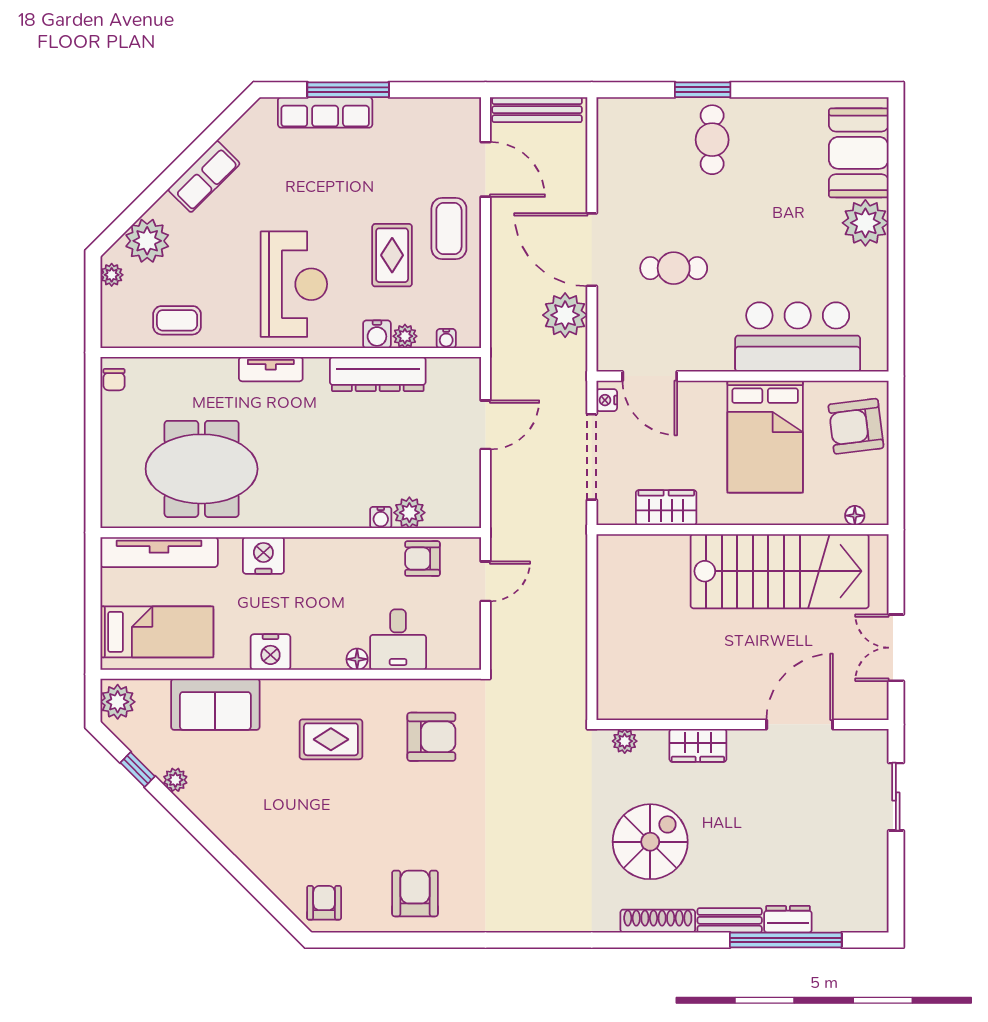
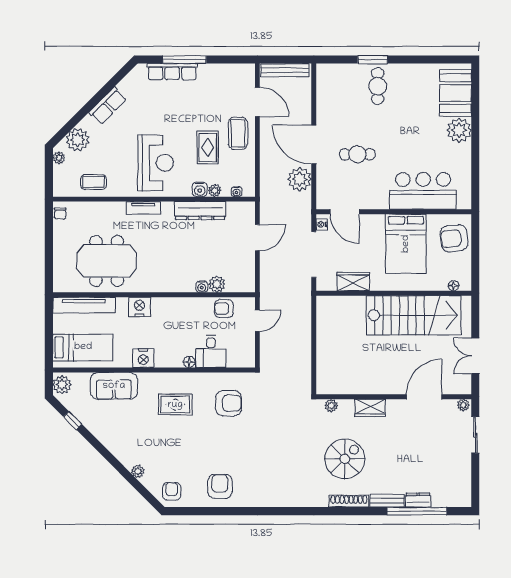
plant: (873, 740) -> (463, 405), added
plant: (175, 780) -> (138, 471), moved

